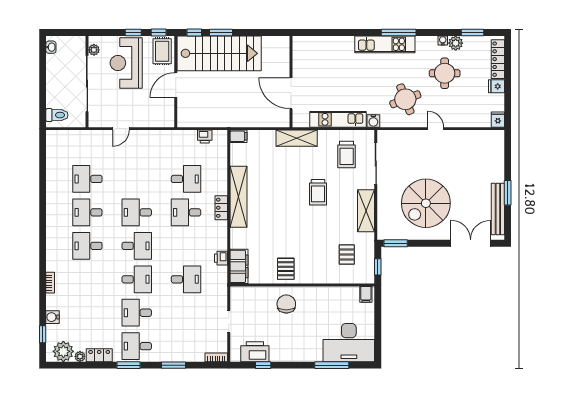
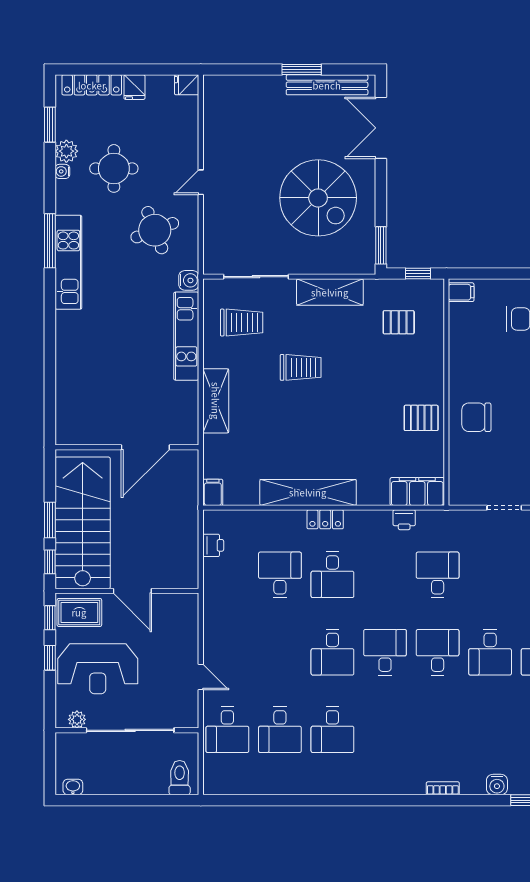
wall: (291, 82) -> (127, 447), moved
door: (291, 93) -> (145, 447), moved
desk: (87, 246) -> (227, 730), moved

